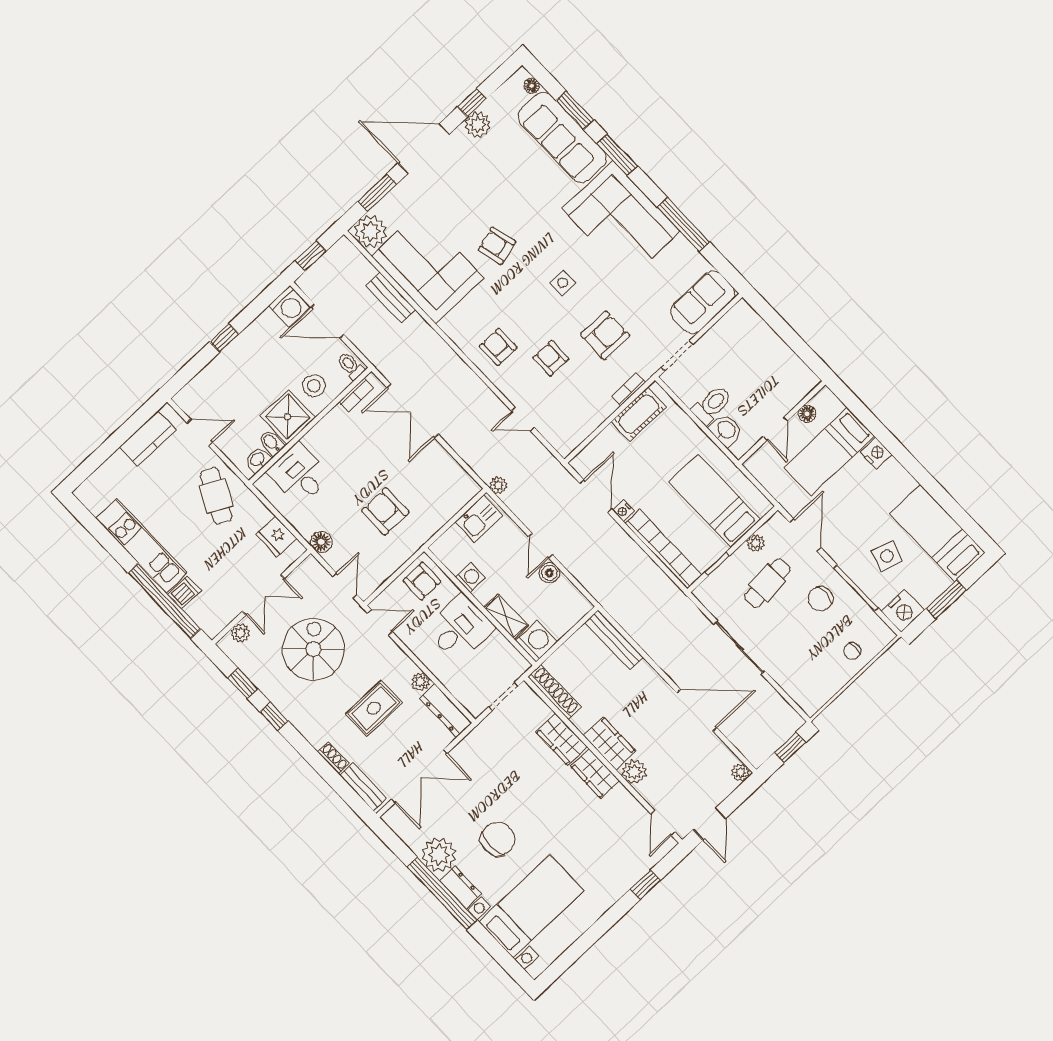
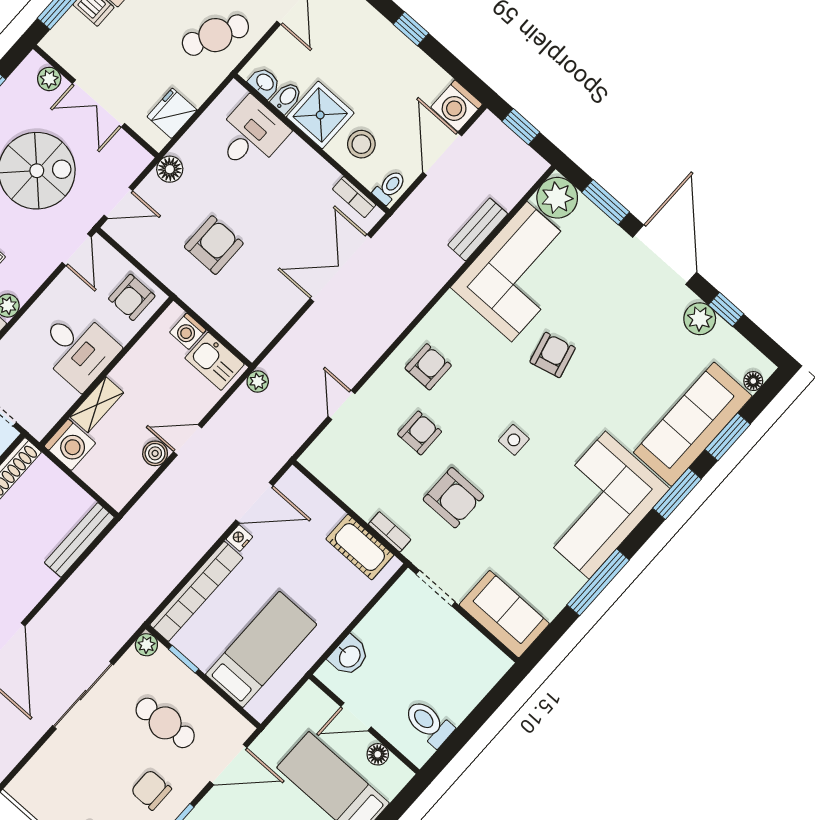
toilet: (712, 405) -> (429, 723), moved, turned 180
plant: (756, 543) -> (146, 645), moved
washing machine: (470, 578) -> (188, 331), moved, turned 90

